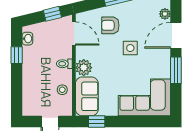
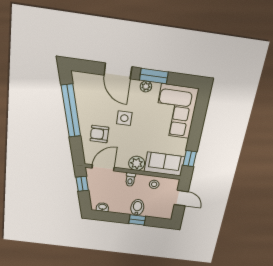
plant: (165, 14) -> (146, 86), moved
armchair: (110, 25) -> (99, 134), turned 90
window: (17, 55) -> (137, 220), moved
bidet: (32, 76) -> (137, 207), added

